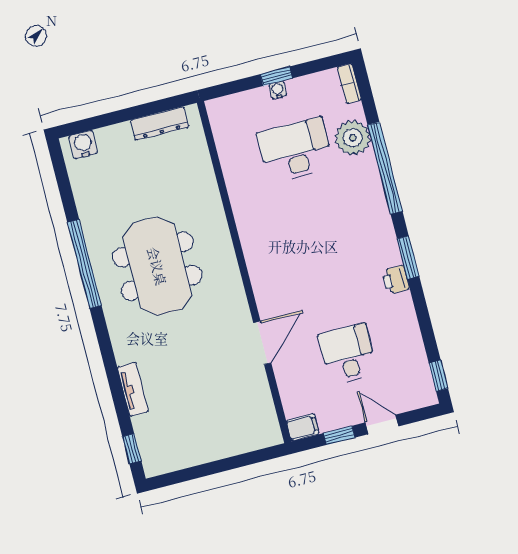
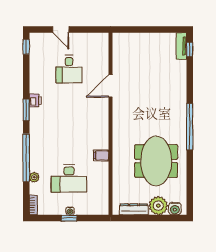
plant: (353, 138) -> (34, 177), width x0.53, depth x0.53
plant: (116, 142) -> (158, 206), added
window: (84, 264) -> (190, 127), moved
meeting table: (157, 266) -> (156, 161), moved
tv unit: (133, 389) -> (181, 46), moved
filing cabinet: (303, 427) -> (101, 155), moved
window: (339, 435) -> (84, 29), removed

